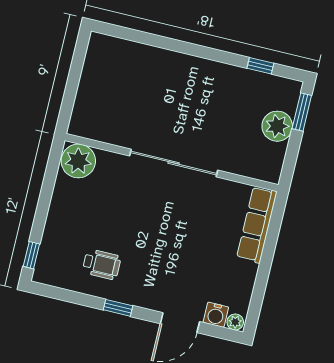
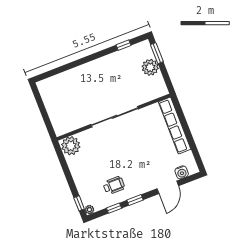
row of seats: (257, 225) -> (175, 126), width x1.36
window: (78, 298) -> (114, 208), added
plant: (235, 322) -> (89, 210), moved

